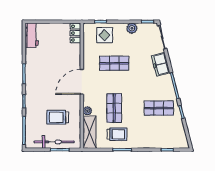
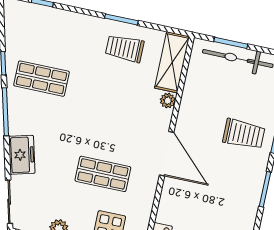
door: (82, 82) -> (167, 154), hinge flipped
shop shelf: (114, 108) -> (120, 95), removed
trolley: (58, 117) -> (244, 134), moved

